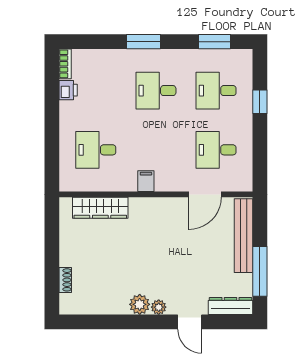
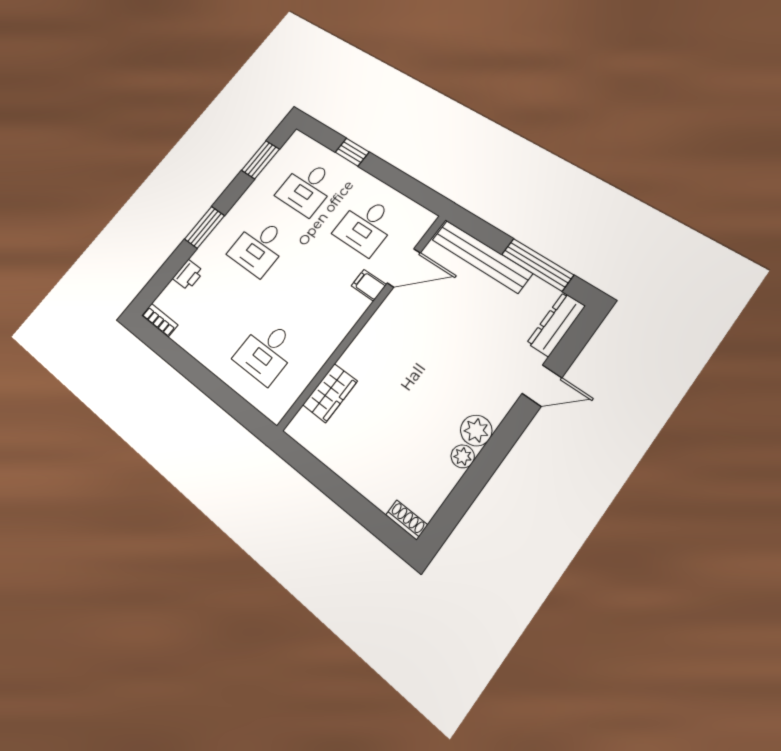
printer: (68, 90) -> (188, 275), moved, turned 90
filing cabinet: (146, 181) -> (369, 285), moved
door: (205, 194) -> (404, 268), hinge flipped
wardrobe: (100, 208) -> (330, 393), width x0.67
shoe rack: (65, 280) -> (407, 520), moved
plant: (159, 307) -> (463, 456), moved

